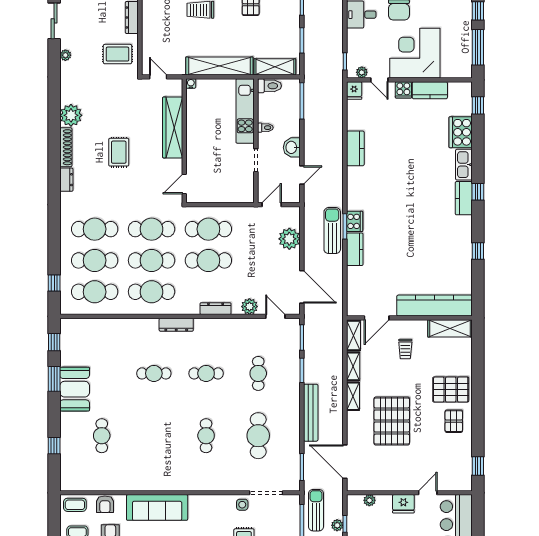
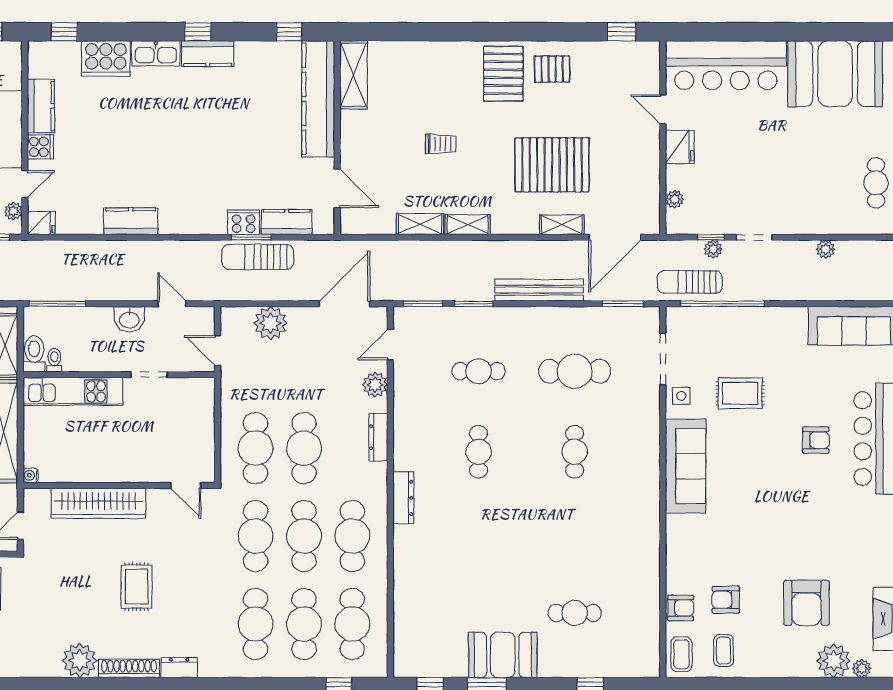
toilet: (265, 128) -> (54, 360), moved
rug: (119, 152) -> (137, 587), turned 90
kitchen counter: (435, 306) -> (318, 99), moved
door: (377, 318) -> (337, 188), moved
wall: (409, 318) -> (337, 138), moved
shelving: (450, 328) -> (353, 75), moved
cafe table: (154, 373) -> (478, 532), removed
shelving: (353, 396) -> (562, 225), moved
cafe table: (206, 436) -> (575, 452), turned 90
sofa: (157, 507) -> (686, 466), moved

